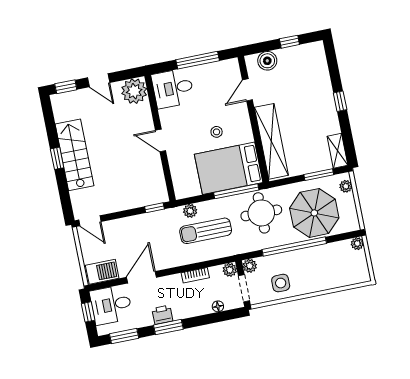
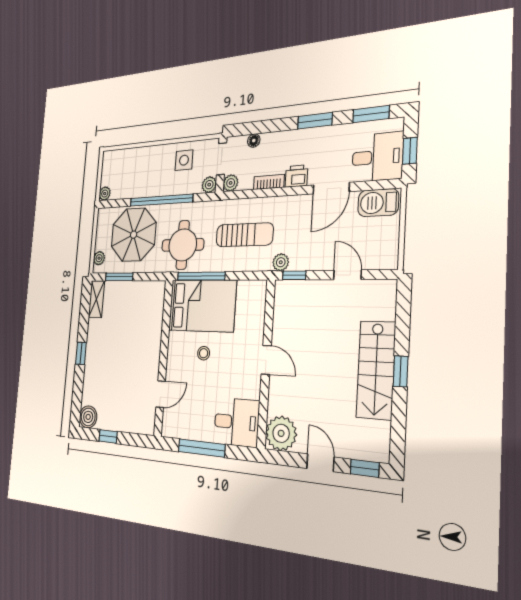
boiler: (267, 61) -> (88, 417), moved
shelving: (271, 141) -> (153, 326), removed
plant: (190, 211) -> (281, 262), moved
door: (90, 221) -> (347, 275), moved
printer: (162, 315) -> (296, 176), moved, turned 180

